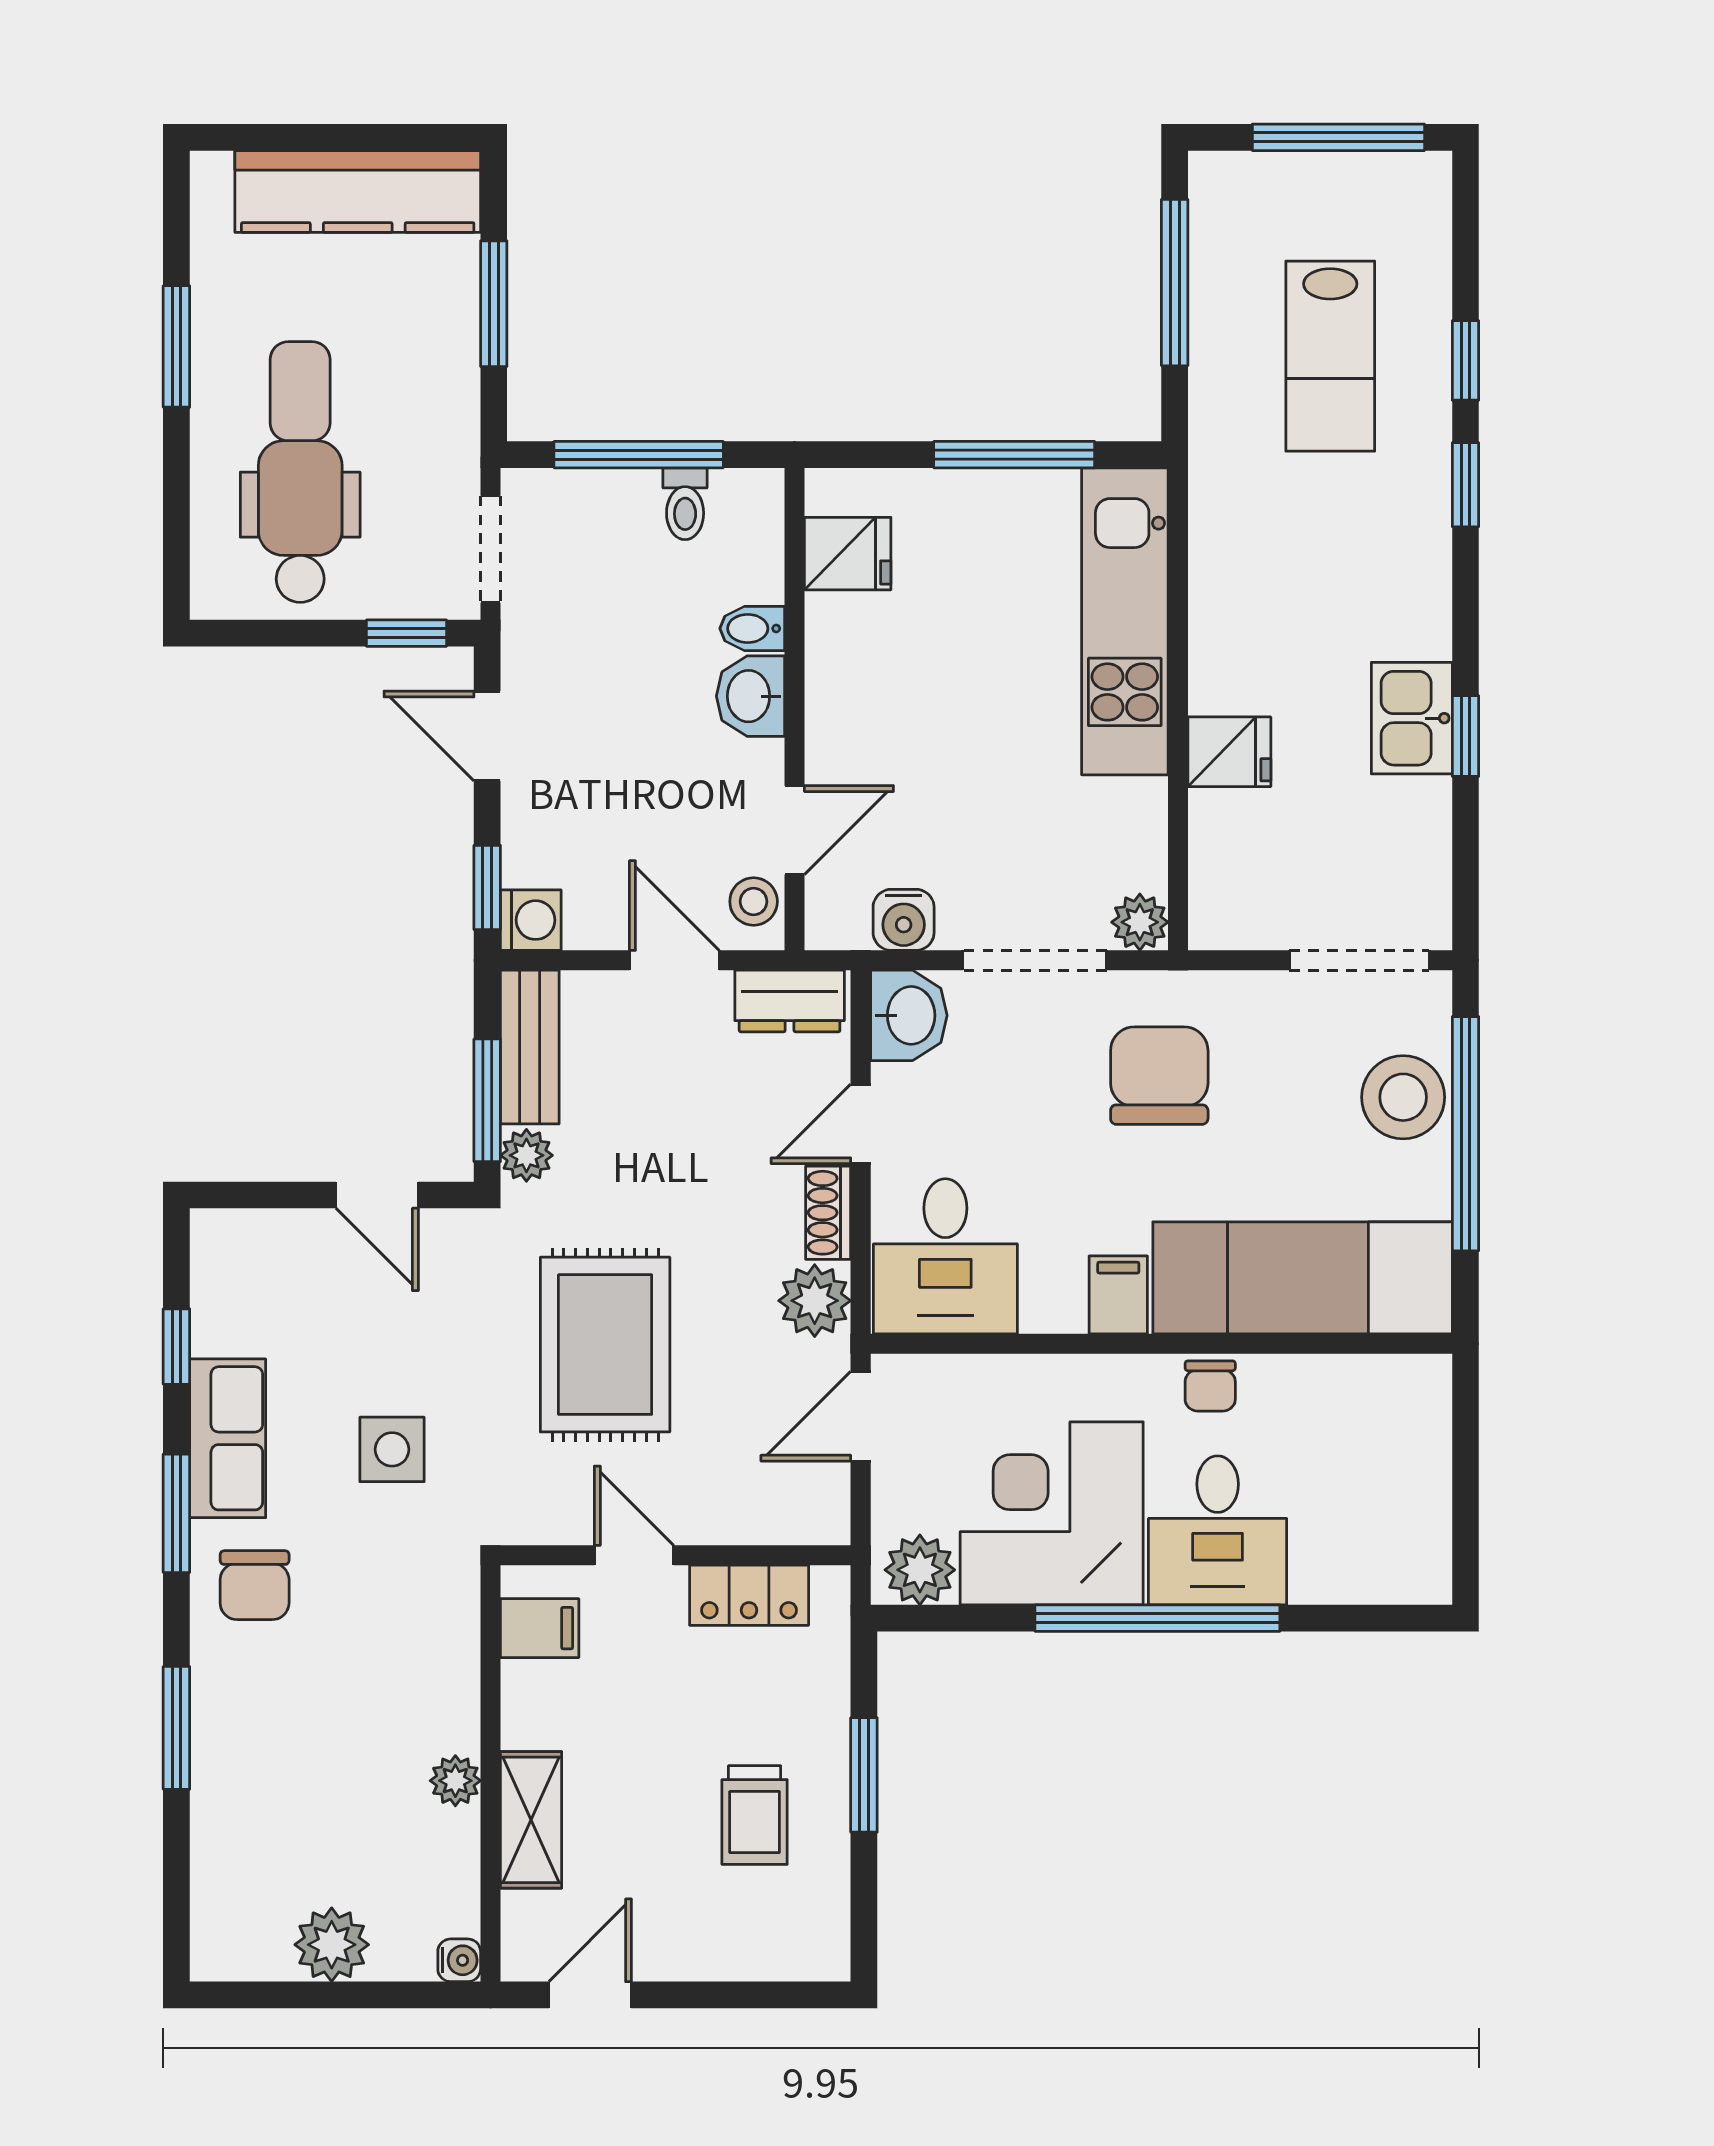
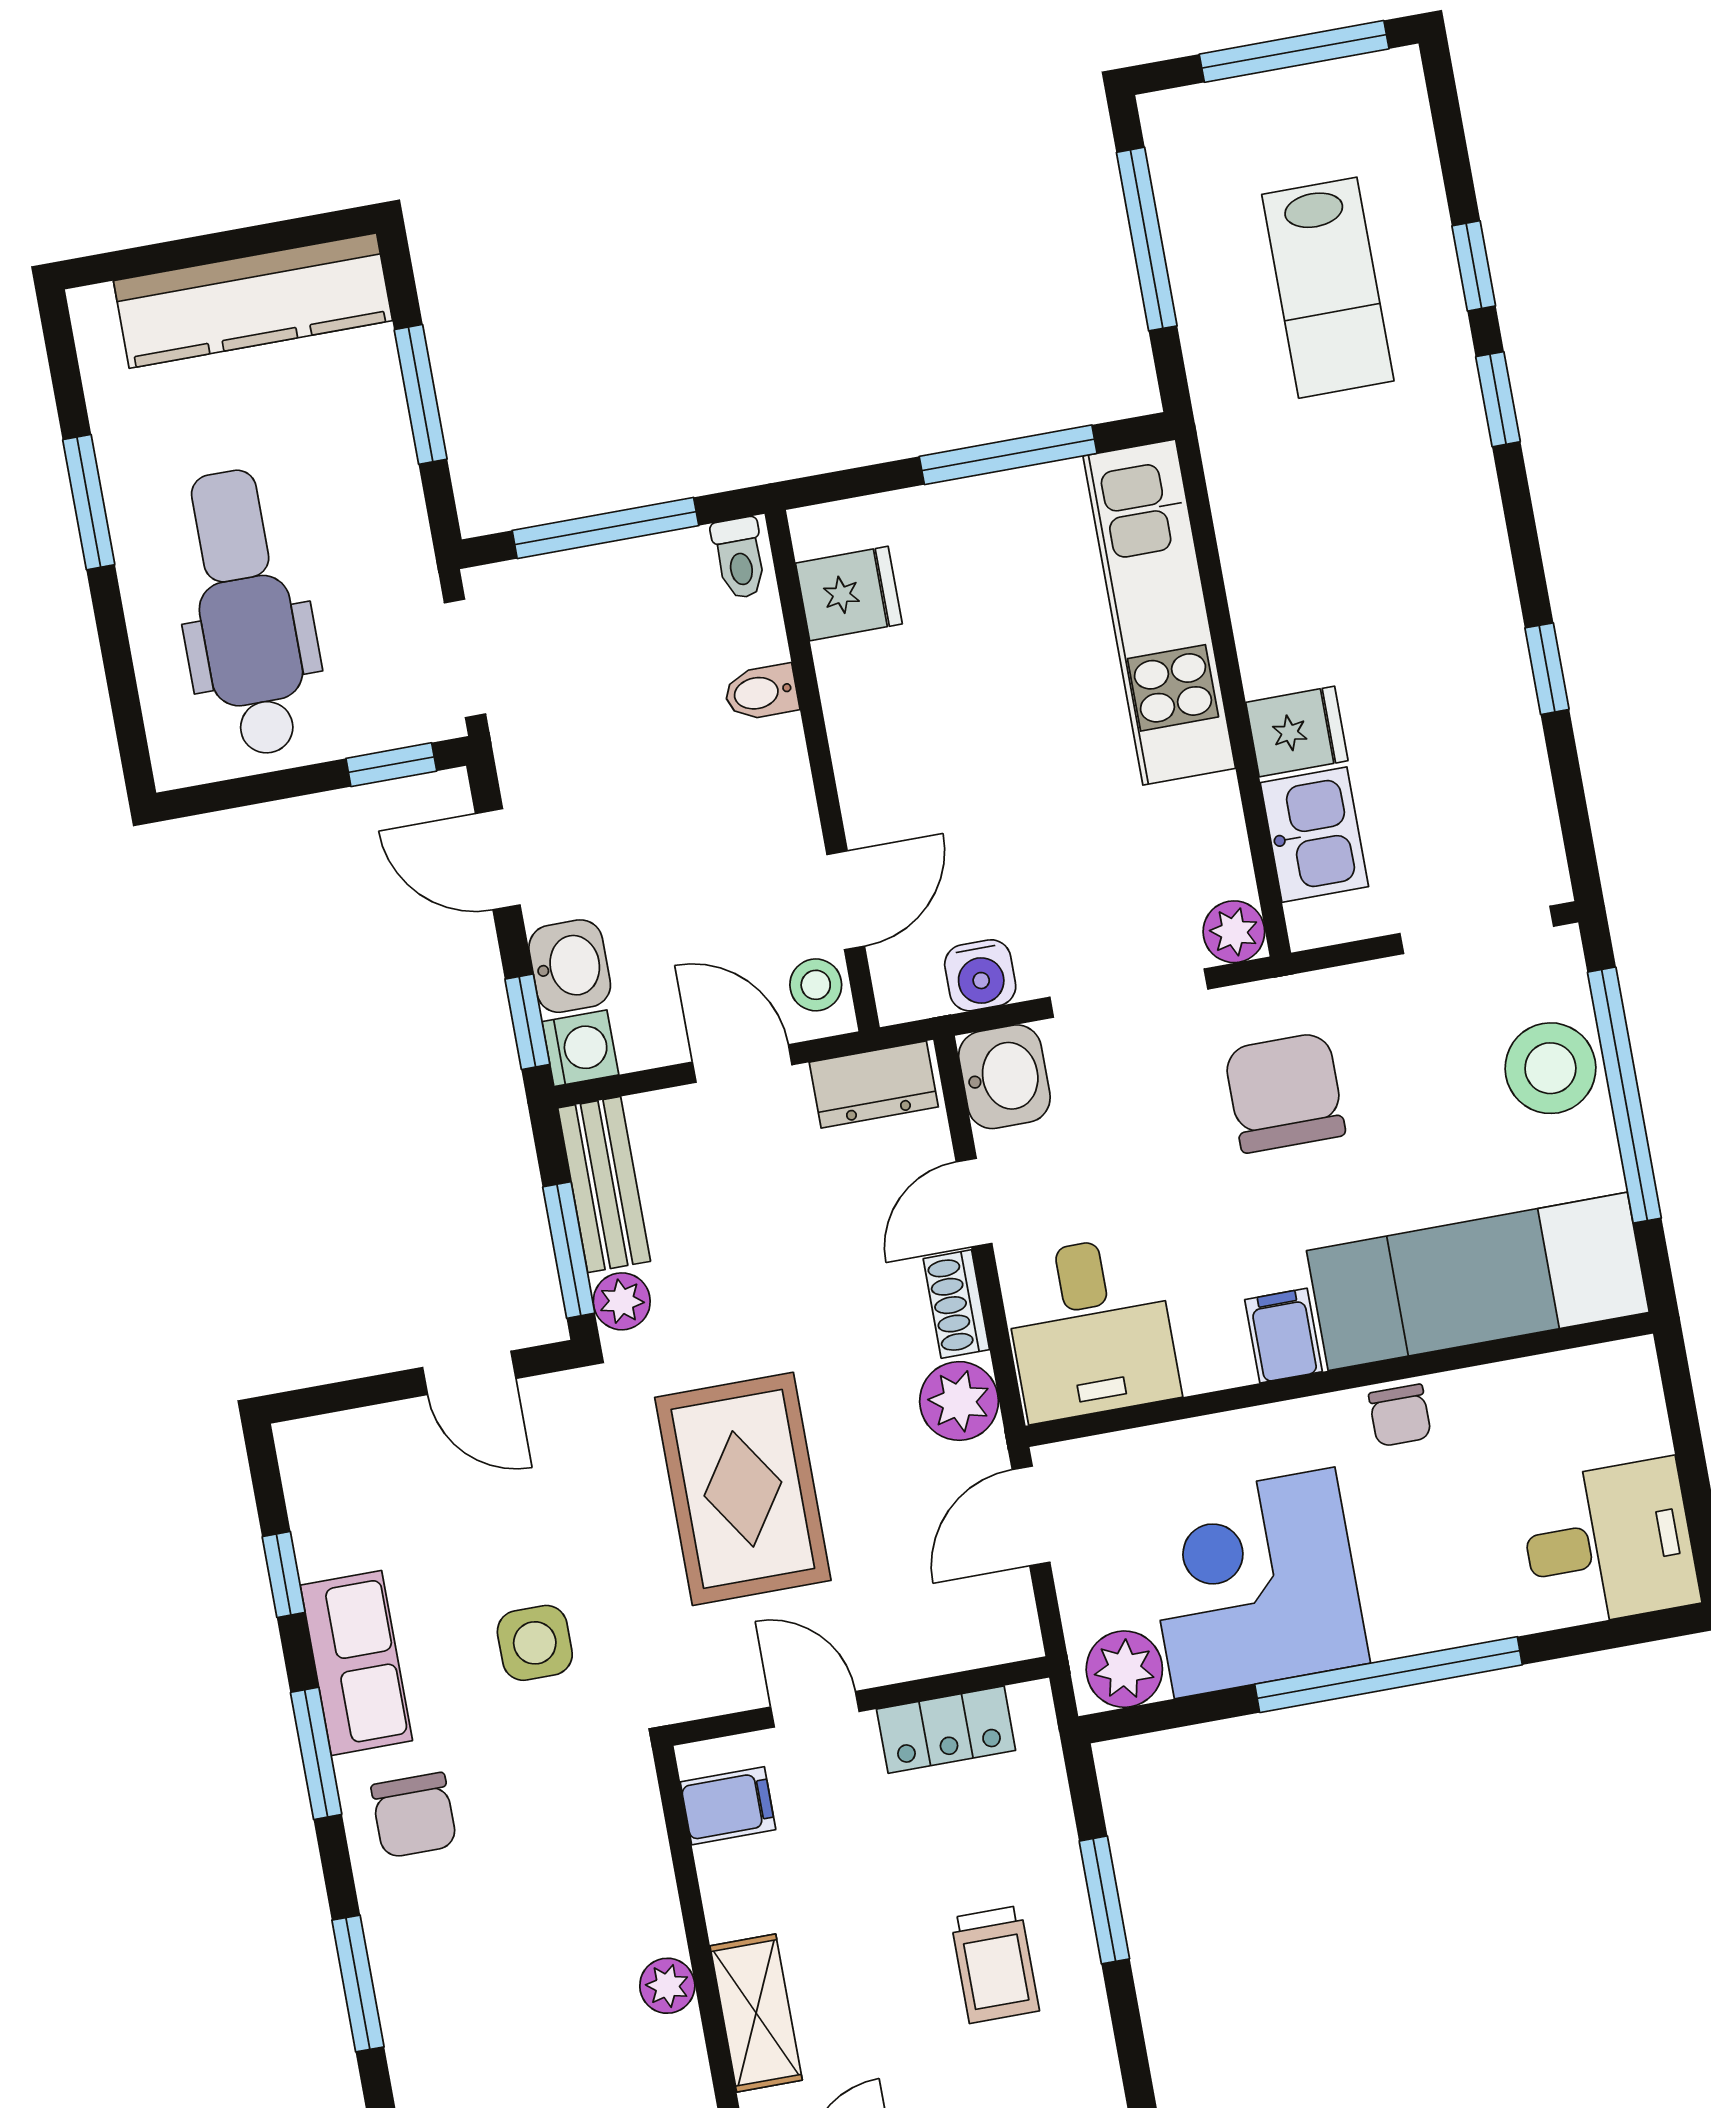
toilet: (685, 504) -> (739, 558), moved
washbasin: (751, 696) -> (570, 966), moved, turned 180
kitchen sink: (1412, 718) -> (1314, 835), moved, turned 180
desk: (1218, 1530) -> (1609, 1543), moved, turned -90

